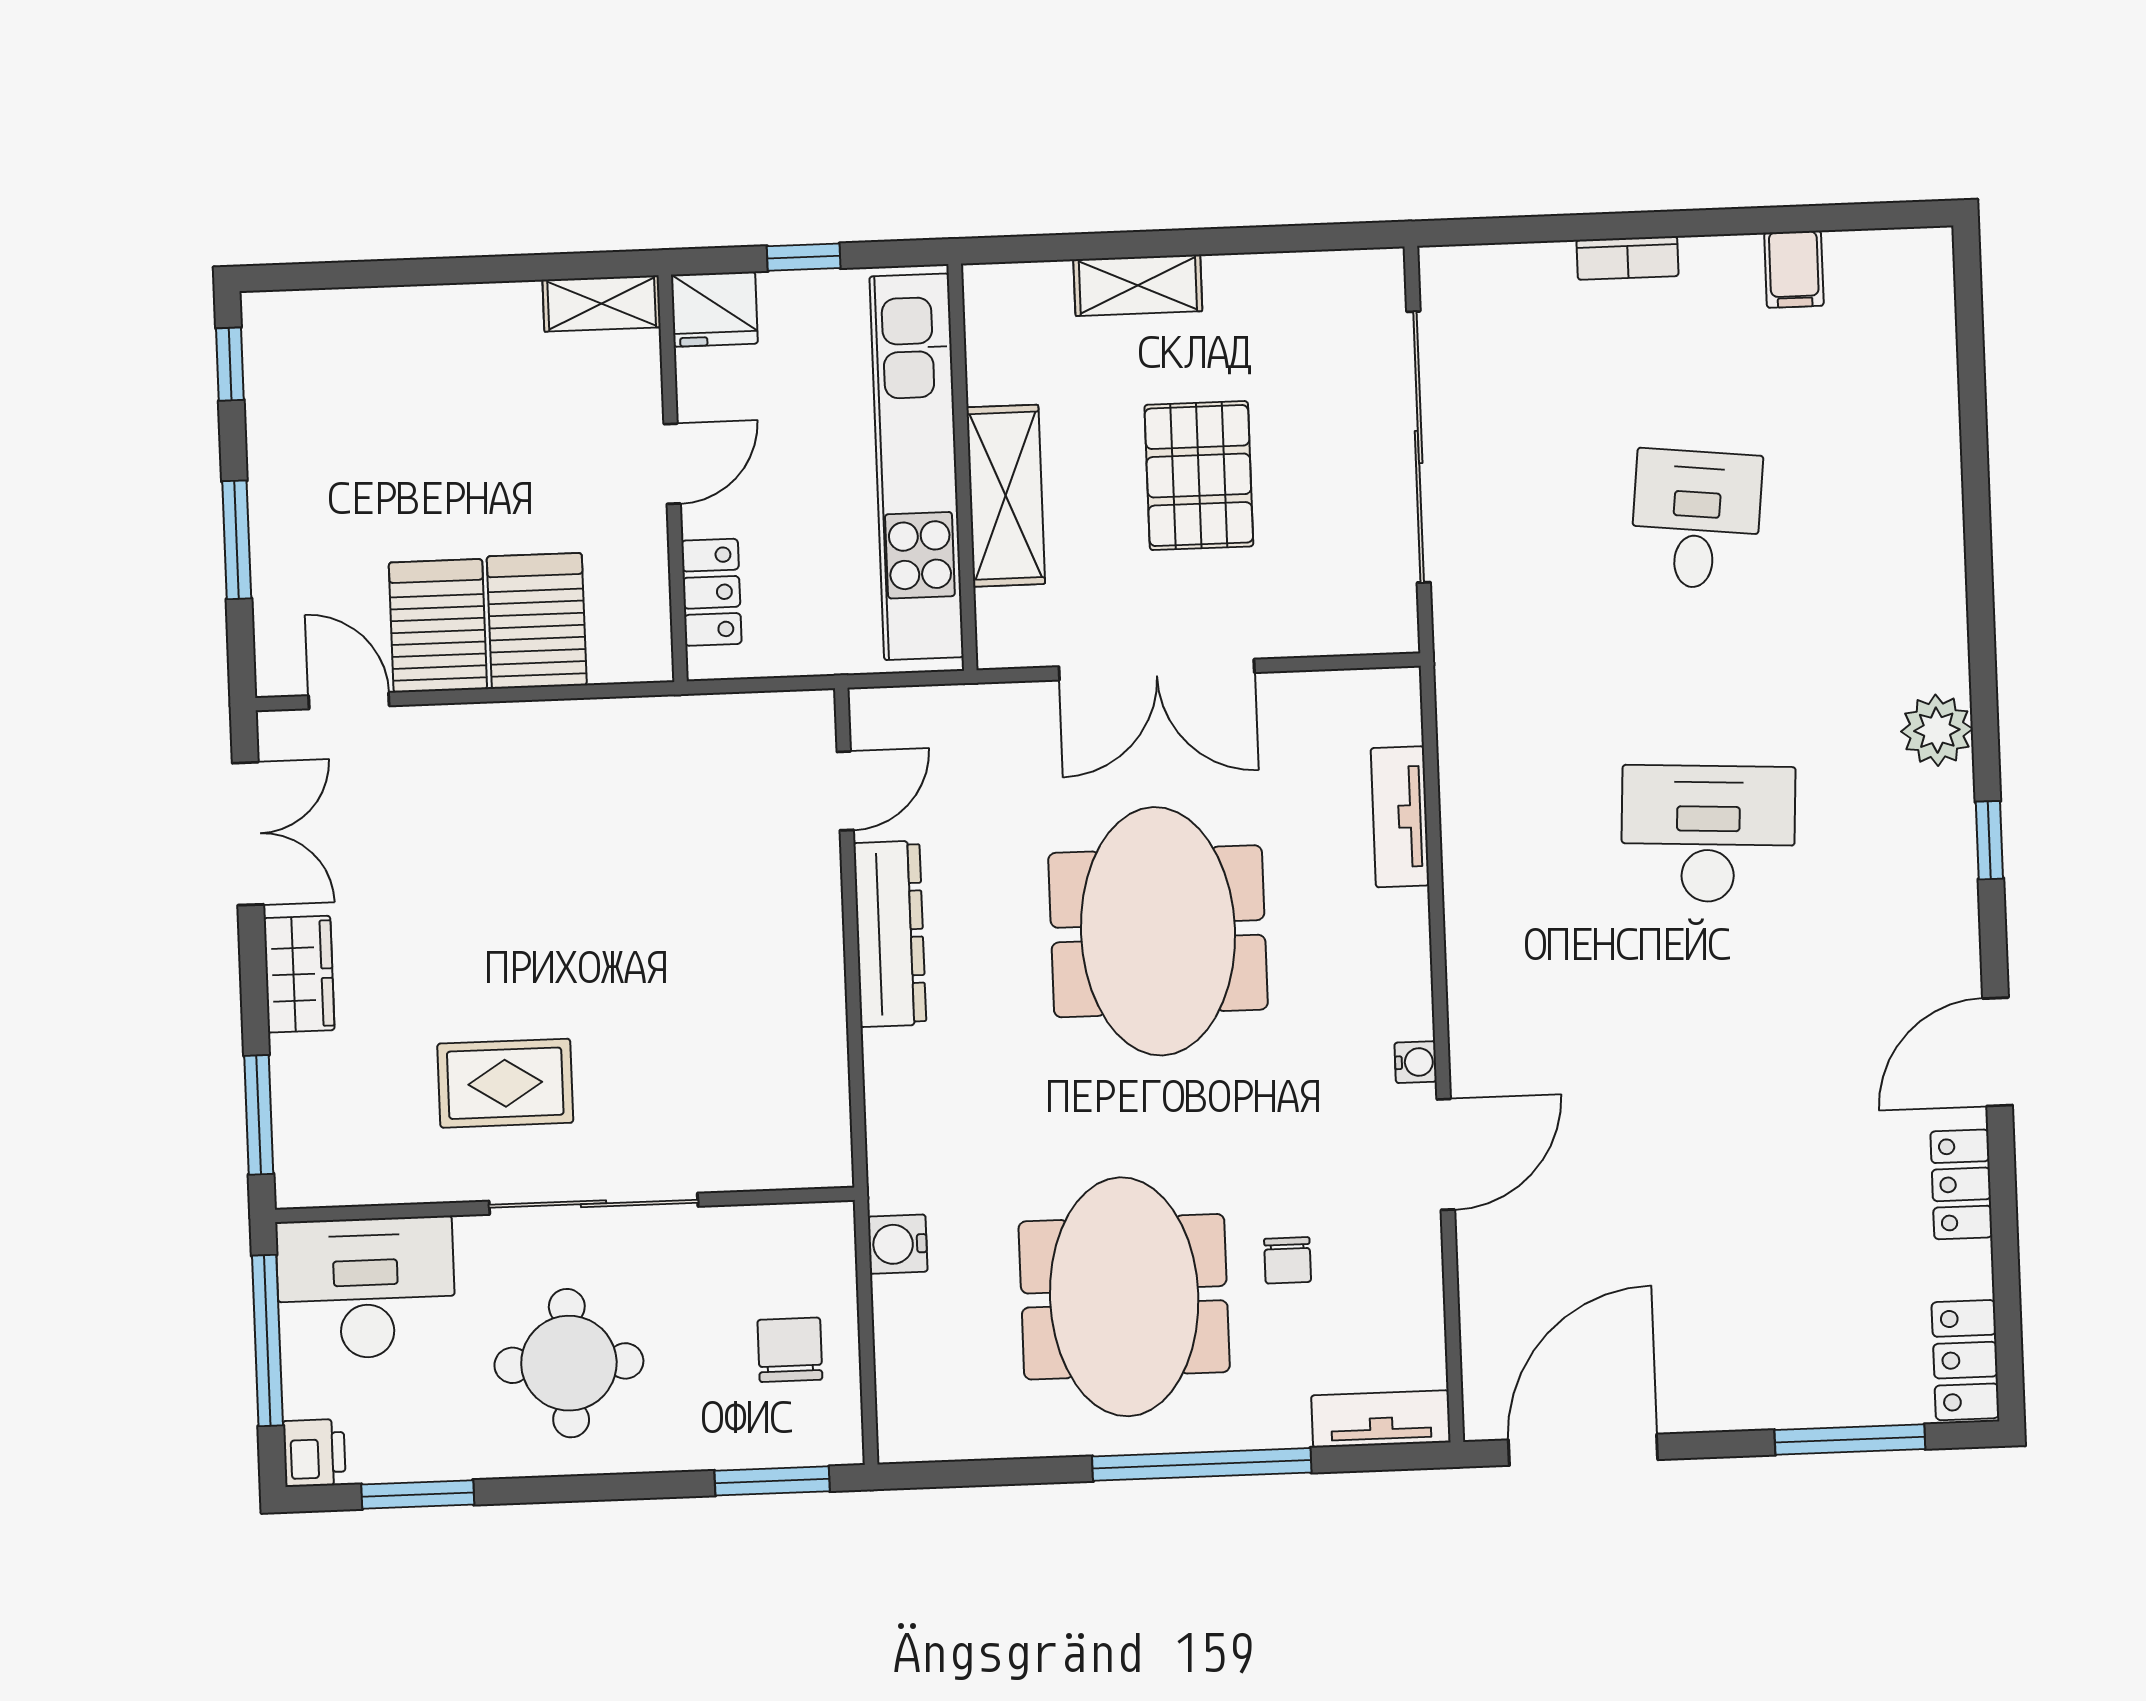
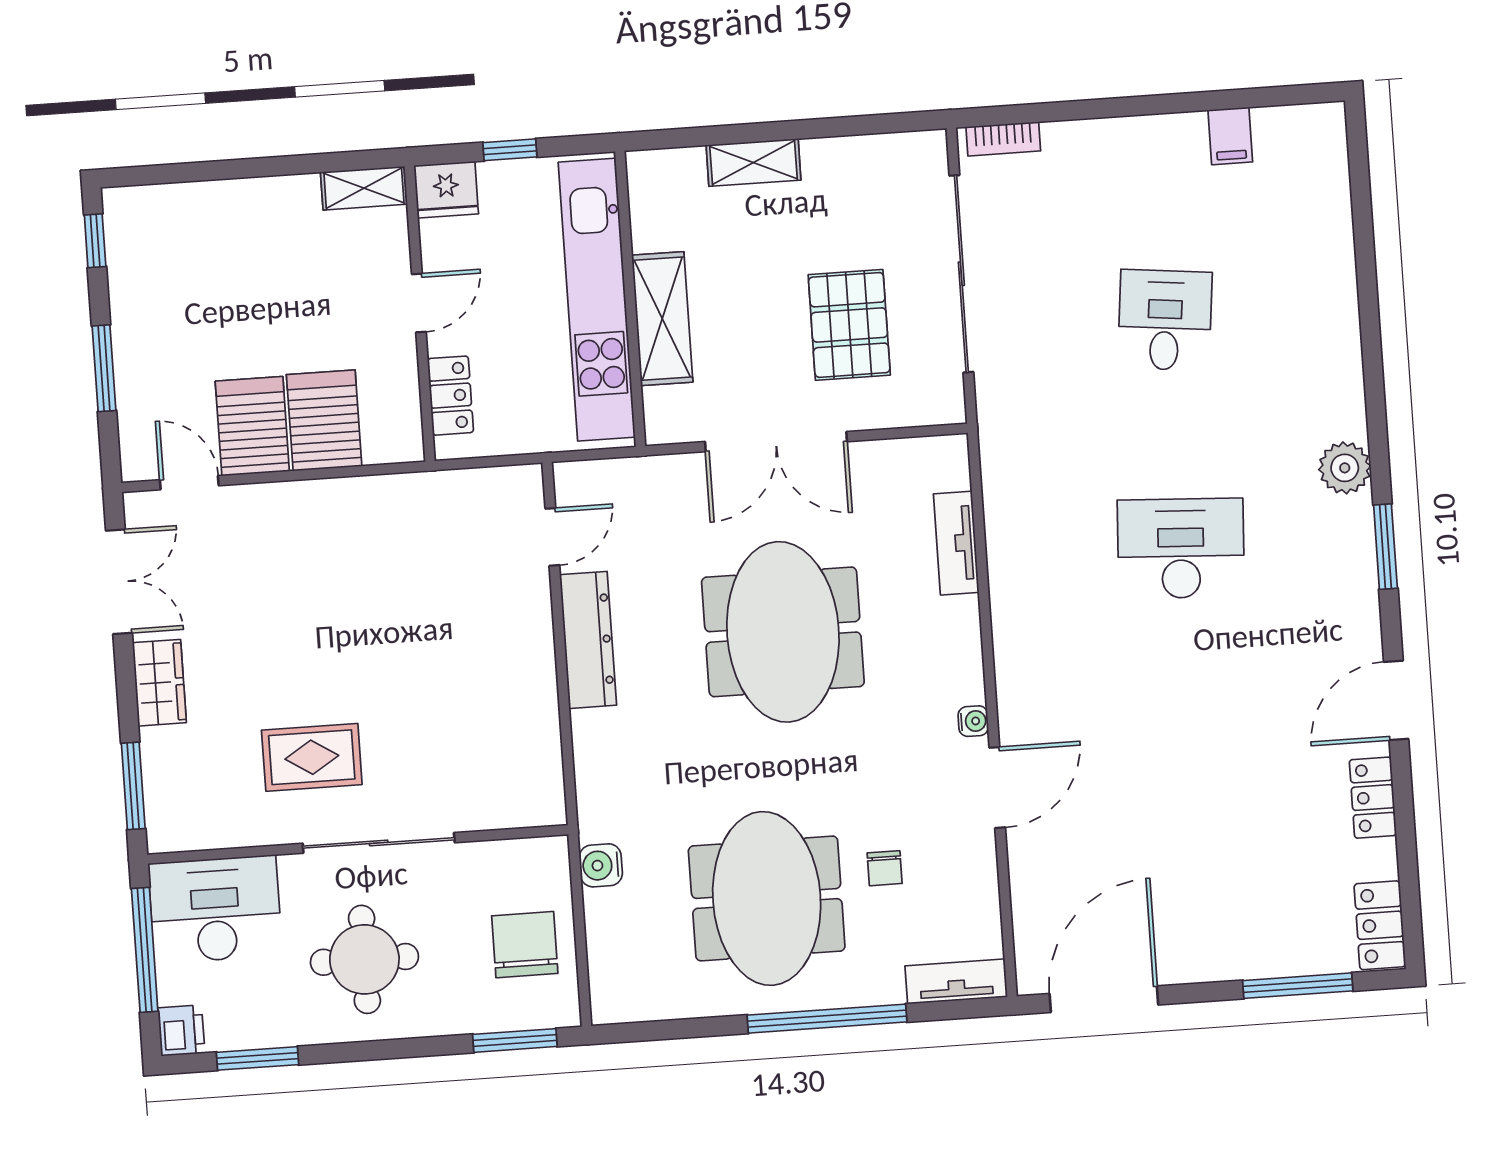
bookcase: (1627, 258) -> (1003, 139), moved
pallet: (1199, 476) -> (849, 325), moved
window: (1989, 840) -> (1385, 547), width x1.50
chair: (790, 1350) -> (525, 945), width x1.37, depth x1.37

